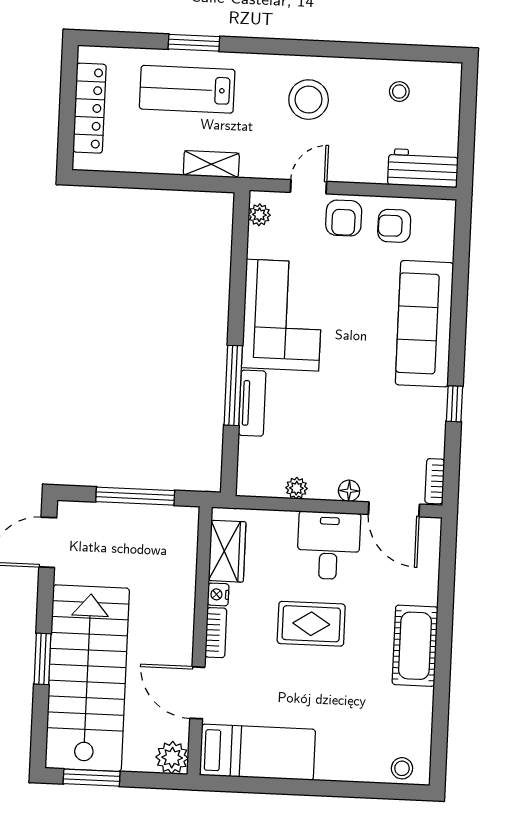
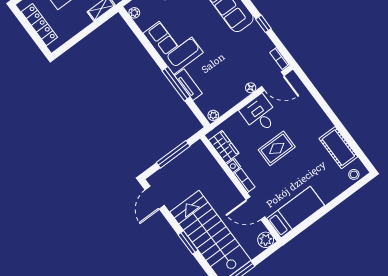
plant: (296, 488) -> (213, 115), moved
cot: (415, 646) -> (338, 148), moved

